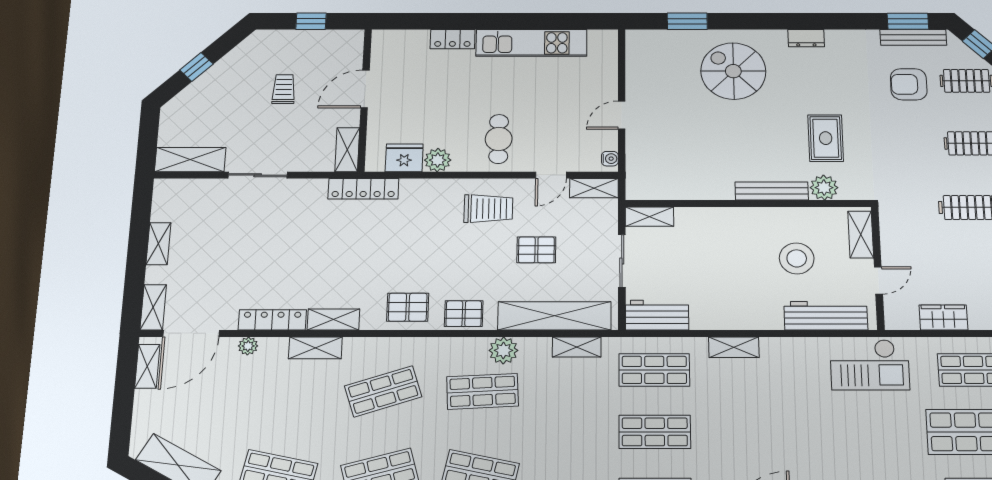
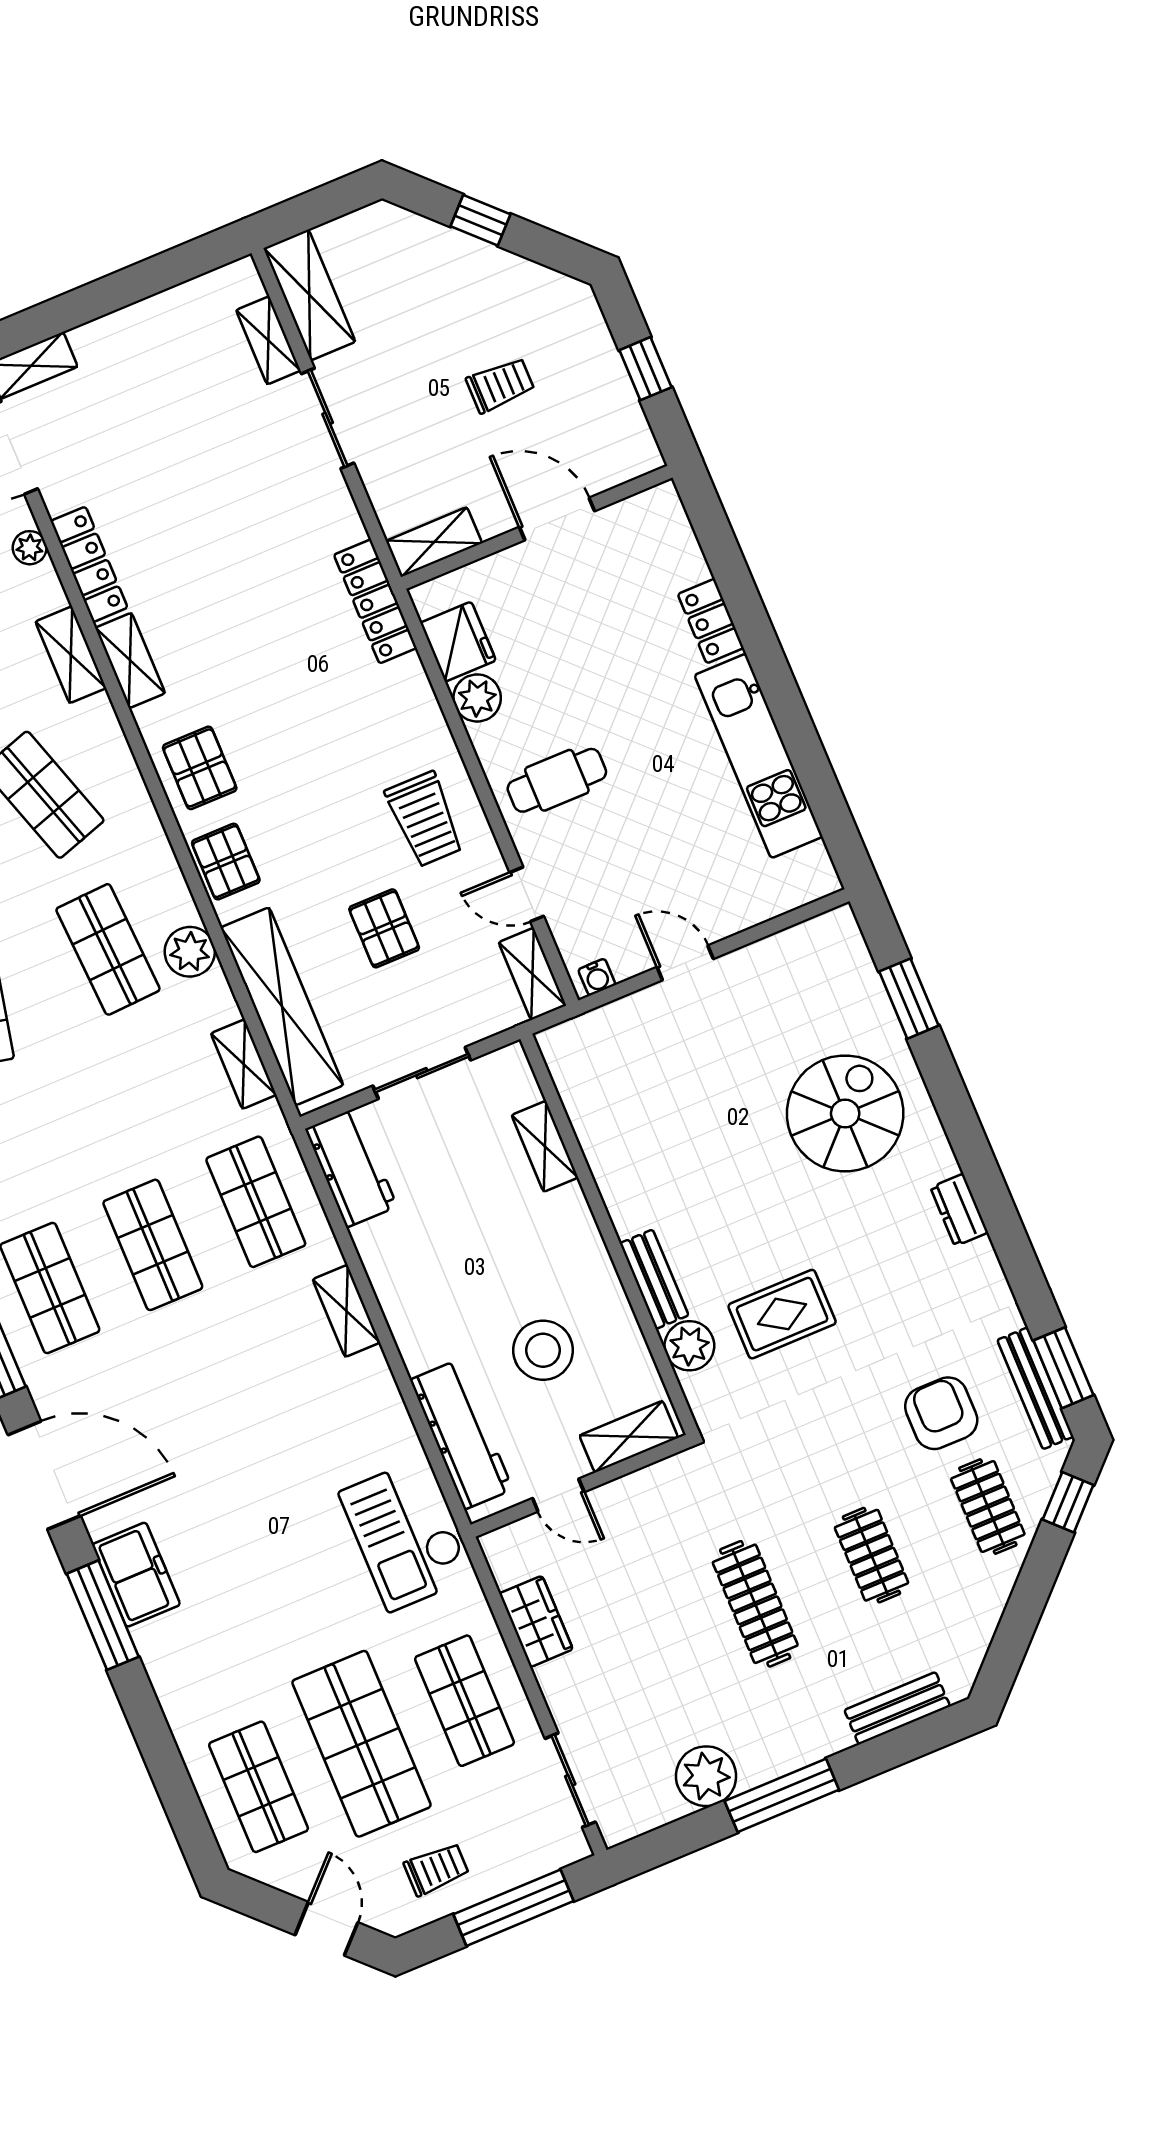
bench: (772, 191) -> (654, 1279), width x0.73
shelving: (649, 216) -> (545, 1146), moved
shelving: (158, 244) -> (268, 340), moved, turned 90

